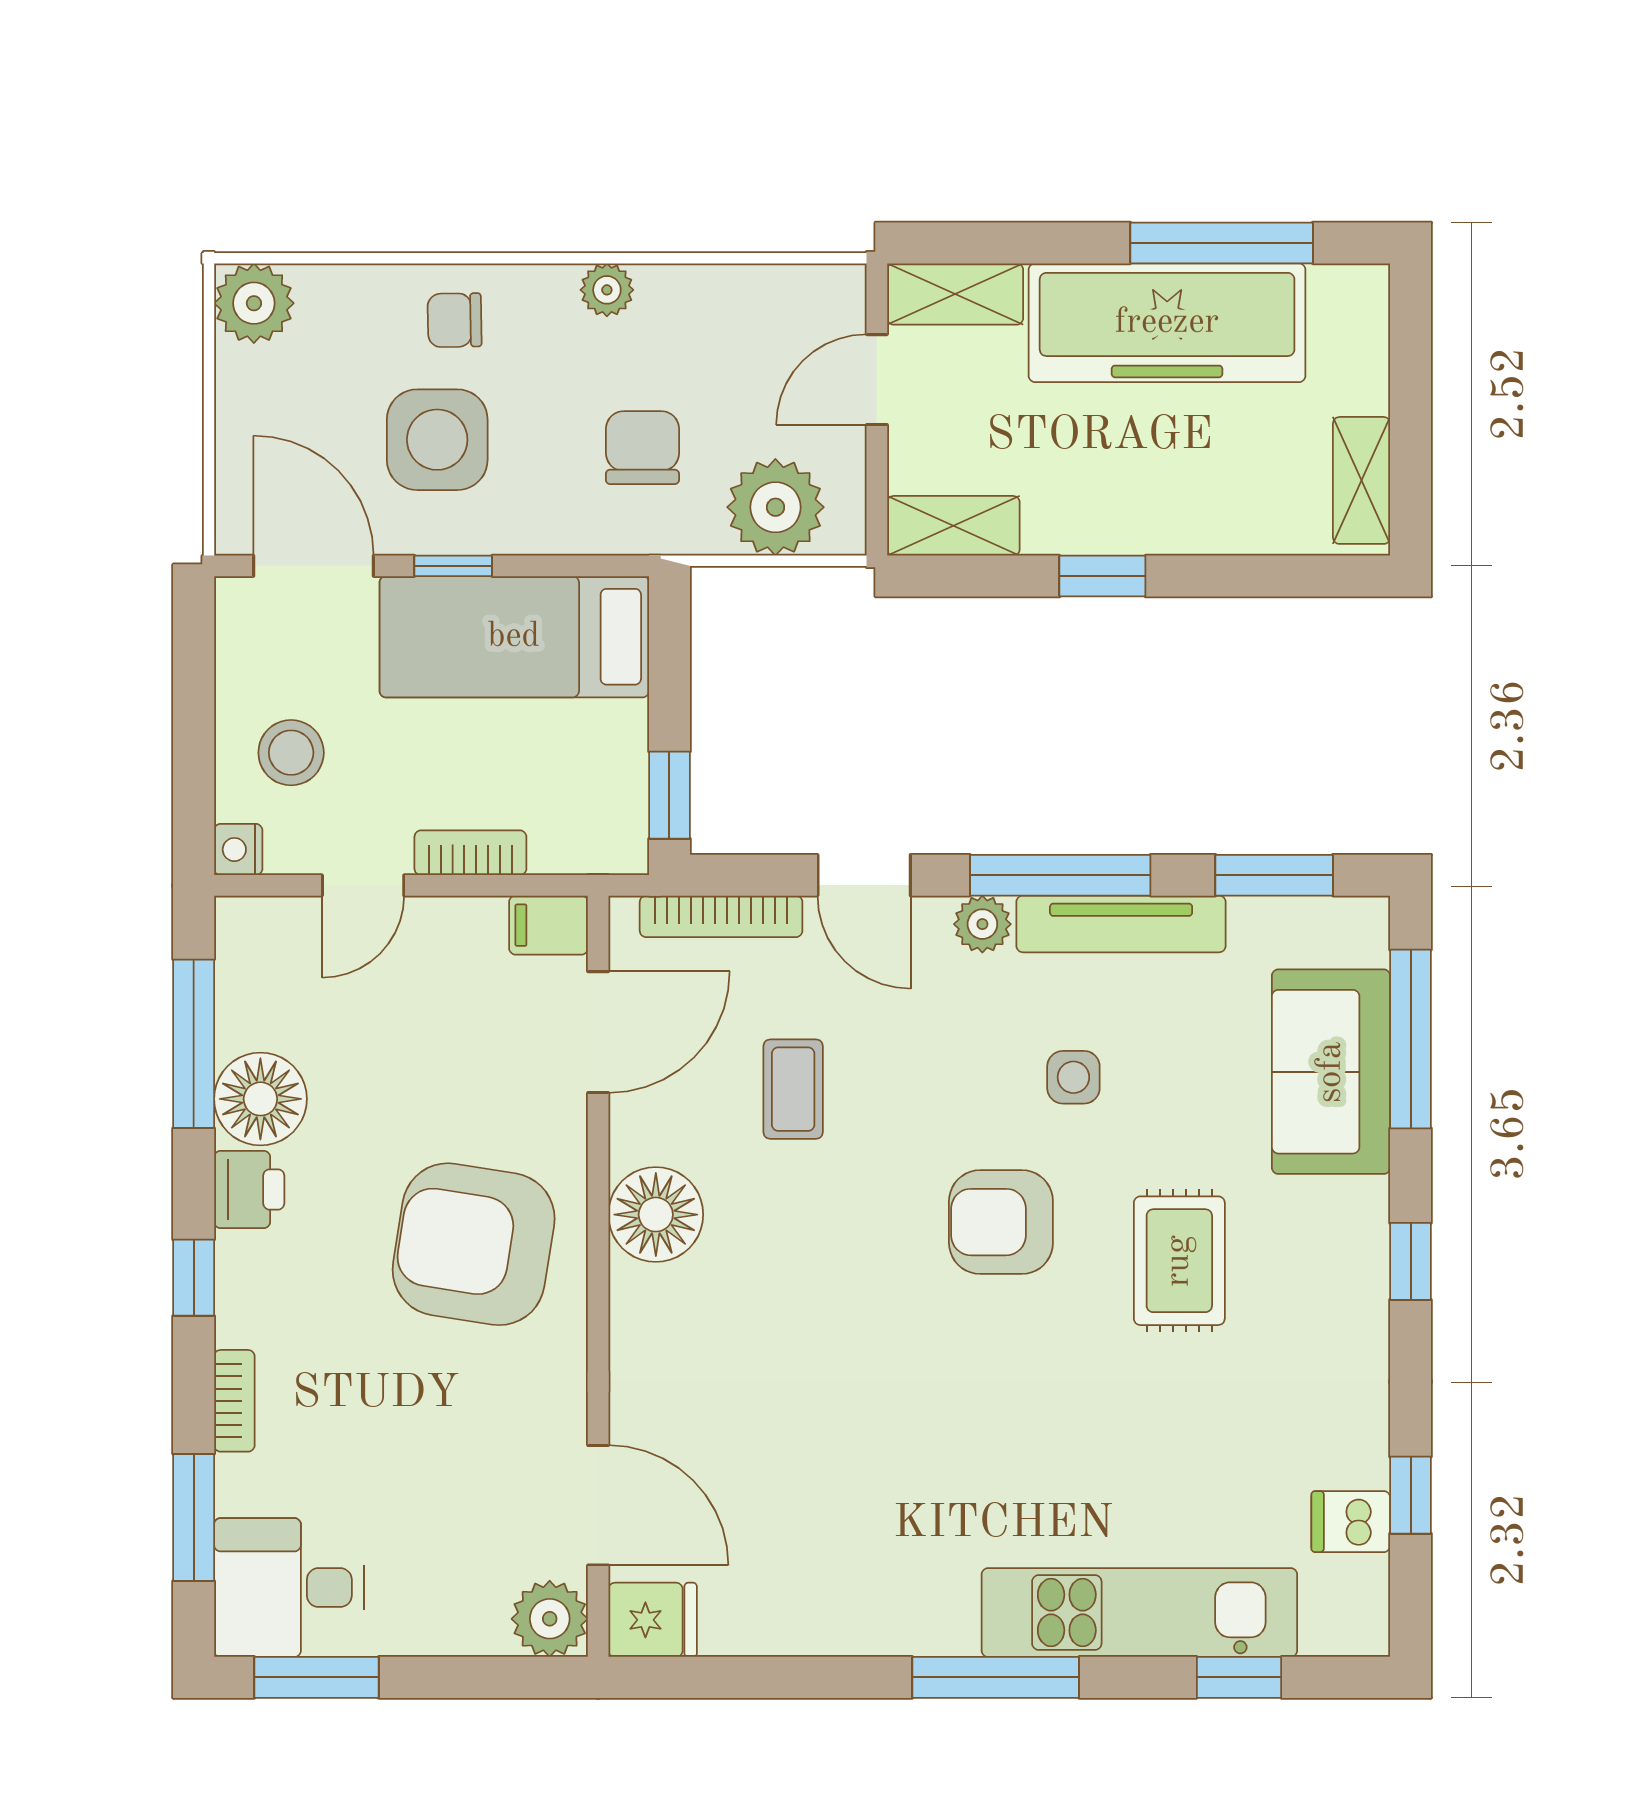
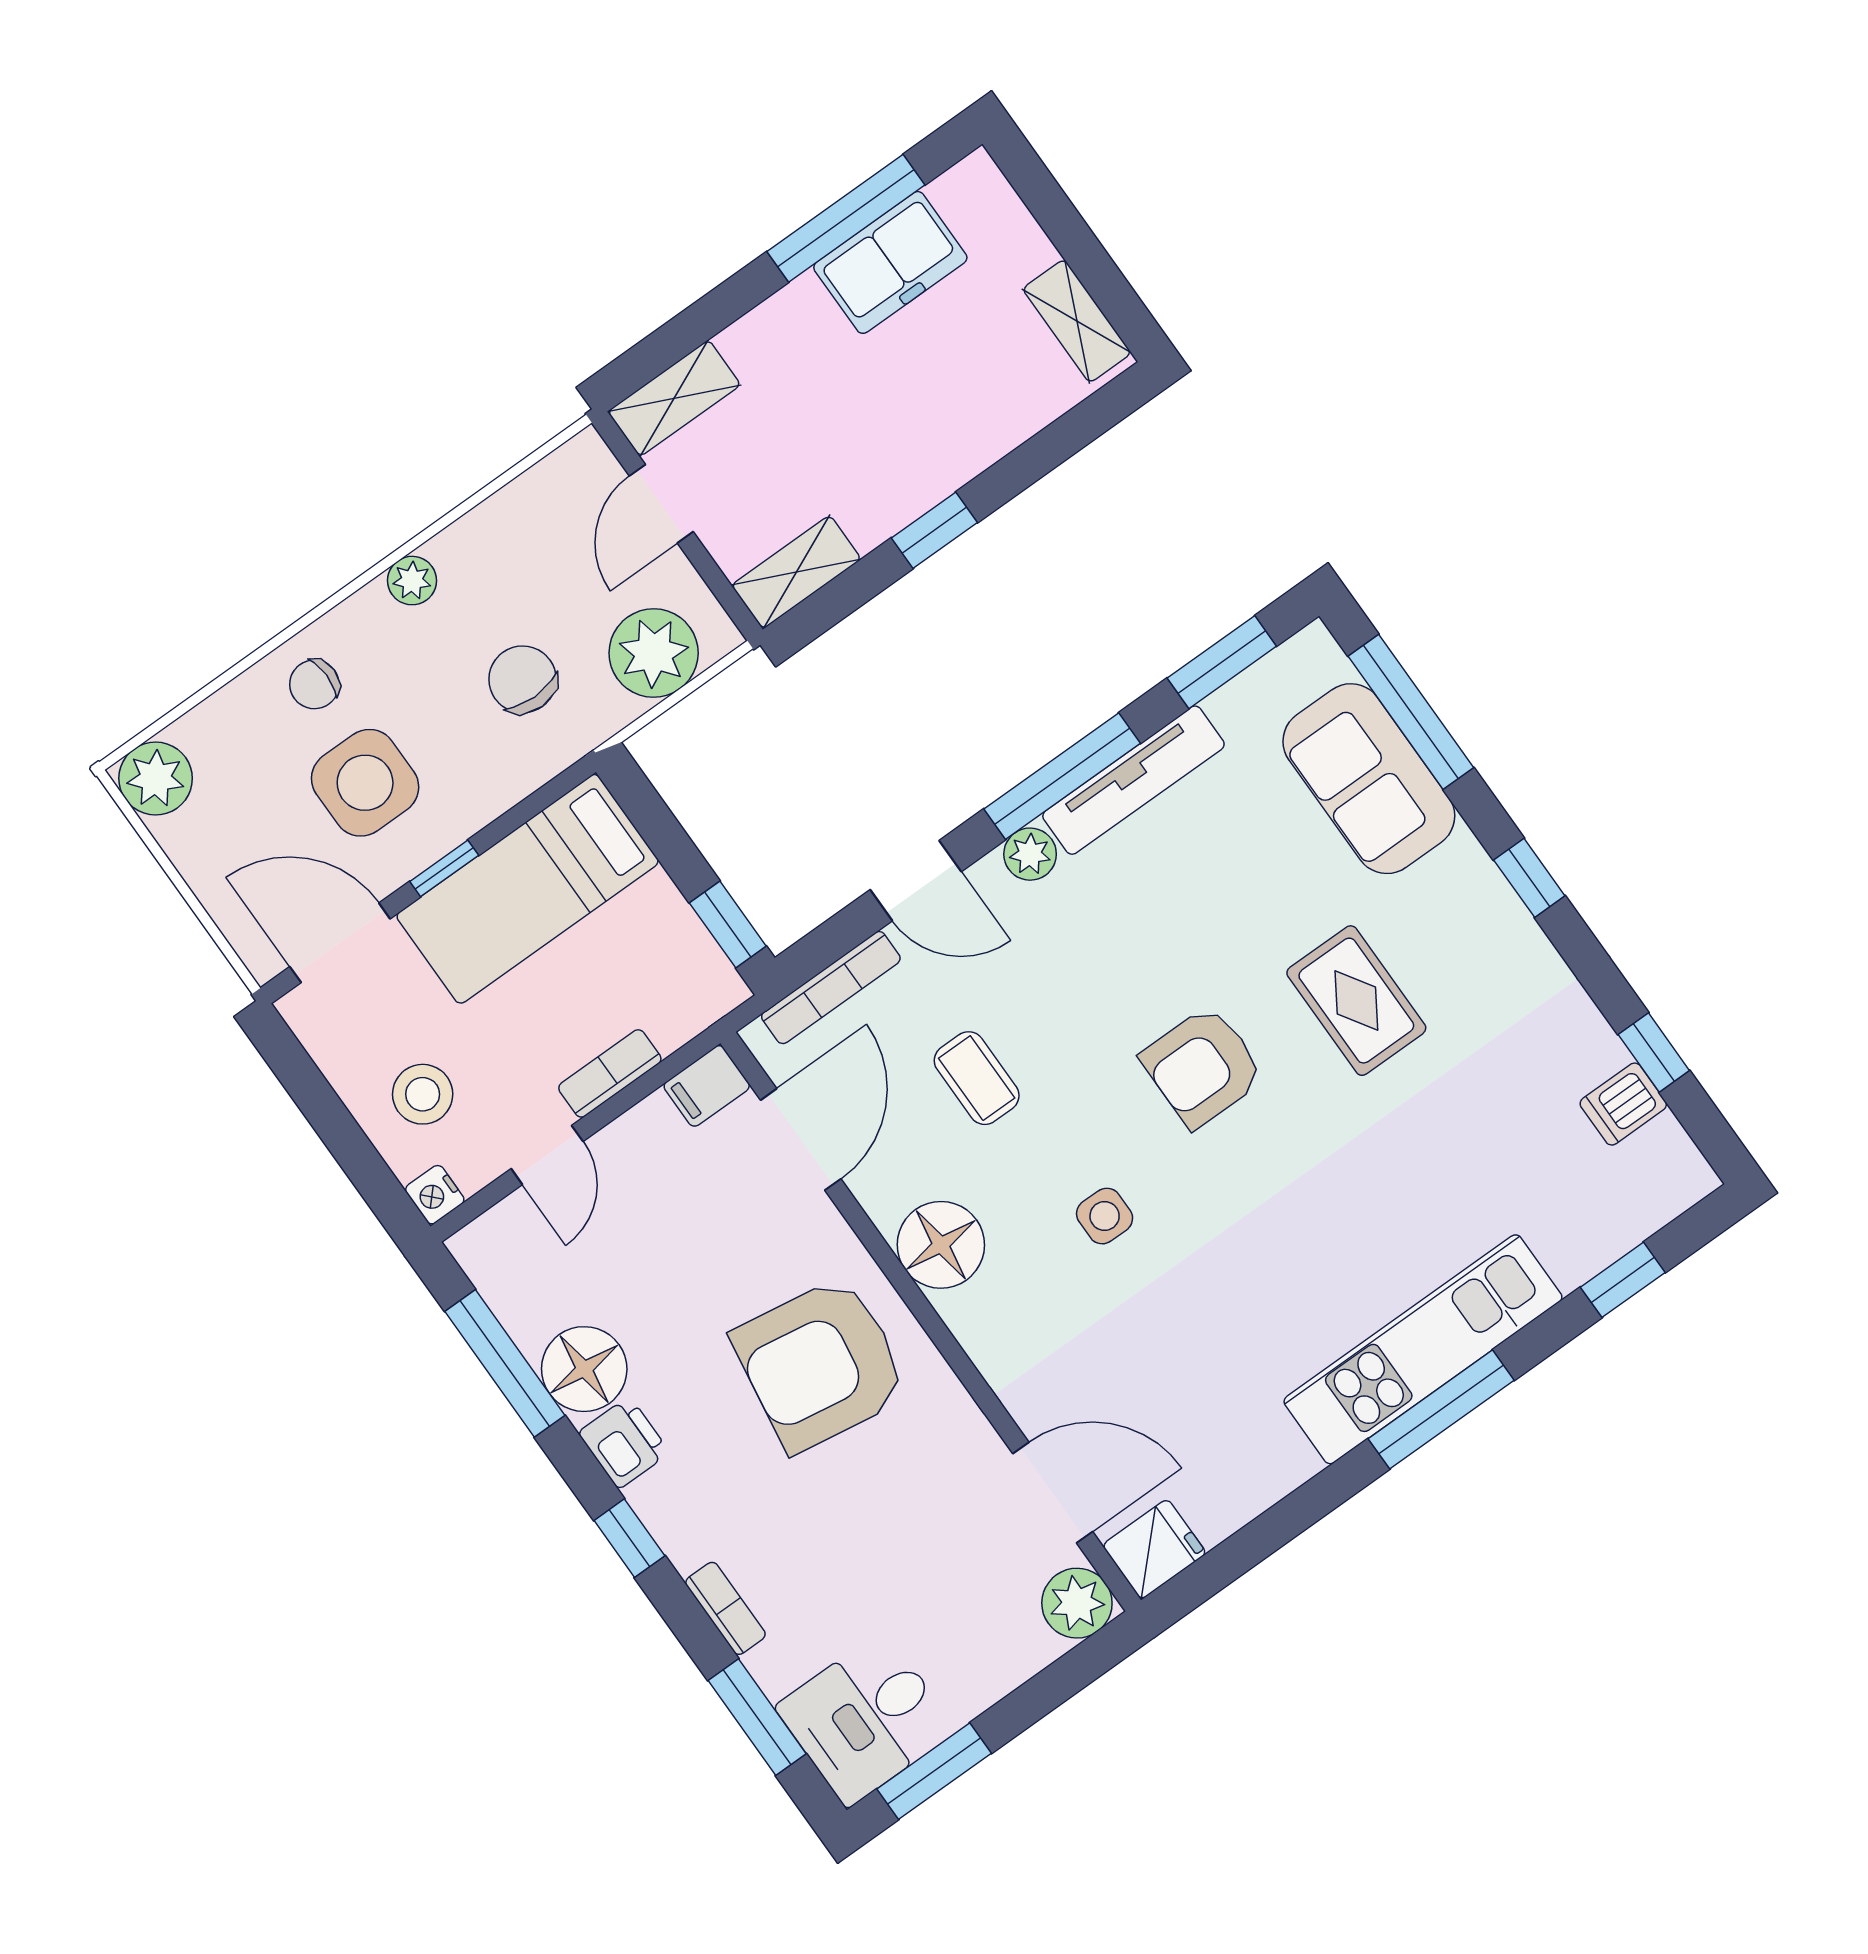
freezer: (1167, 323) -> (890, 262), width x0.52, depth x0.79
side table: (1073, 1077) -> (1105, 1216), moved
kitchen unit: (1139, 1613) -> (1423, 1349), moved

